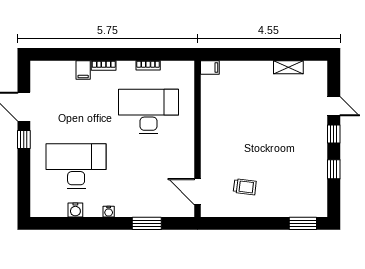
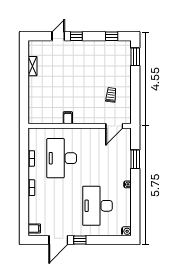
filing cabinet: (210, 68) -> (68, 118), moved
filing cabinet: (83, 70) -> (34, 228), moved
window: (334, 169) -> (112, 36), moved
water cooler: (75, 210) -> (126, 231), moved

